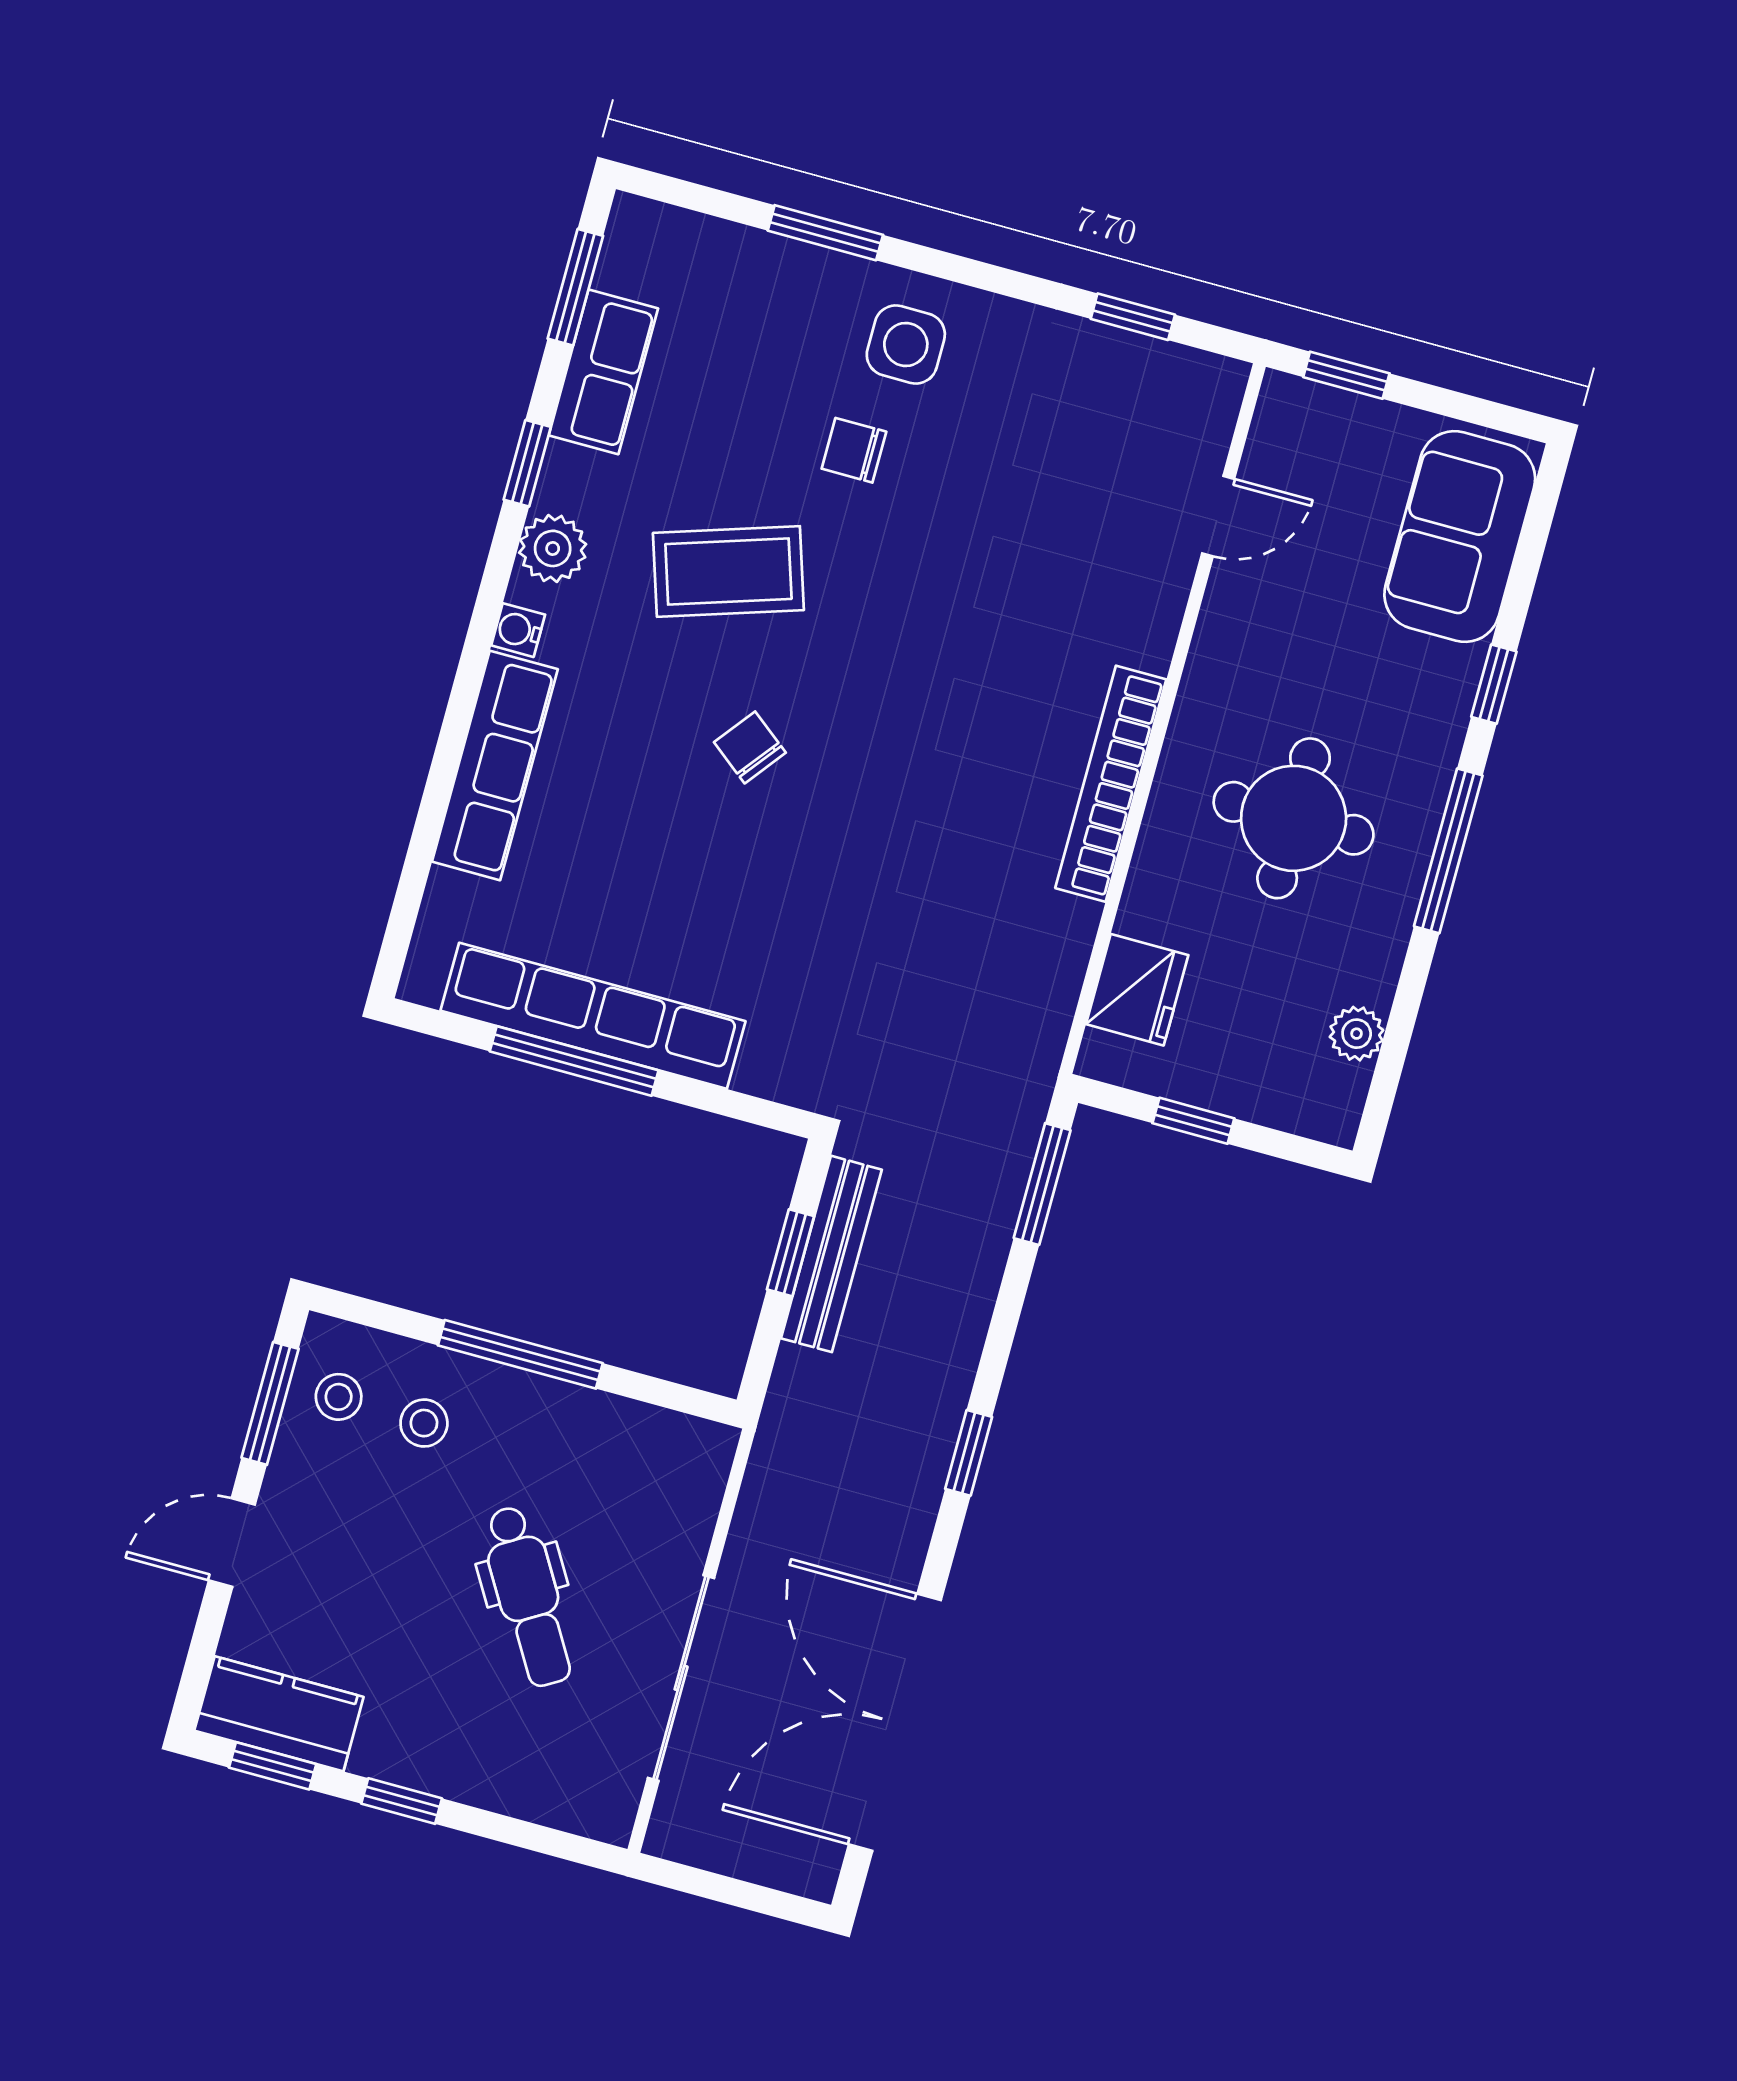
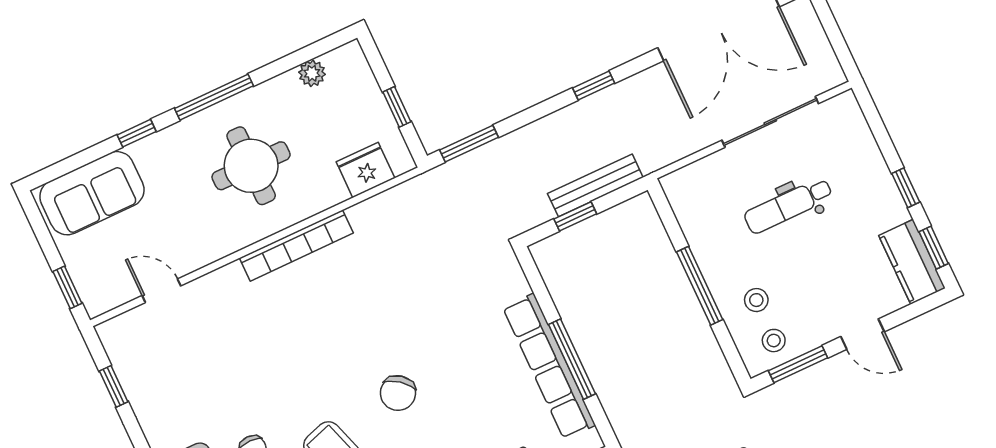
chair: (750, 747) -> (398, 393), width x1.37, depth x1.37
bench: (831, 1254) -> (595, 185), moved
dental chair: (528, 1596) -> (788, 206), turned -149

